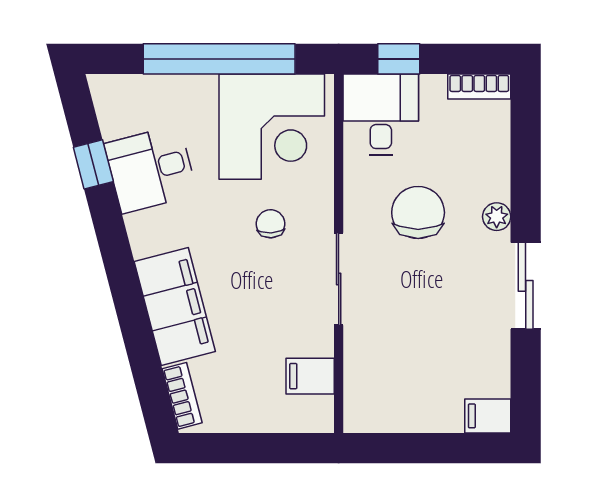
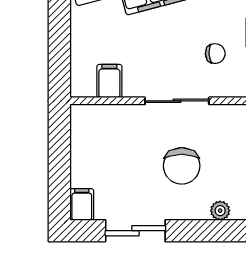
chair: (418, 213) -> (182, 166), moved, turned 90
sliding door: (526, 286) -> (135, 231), moved

